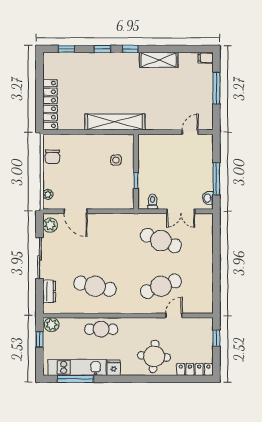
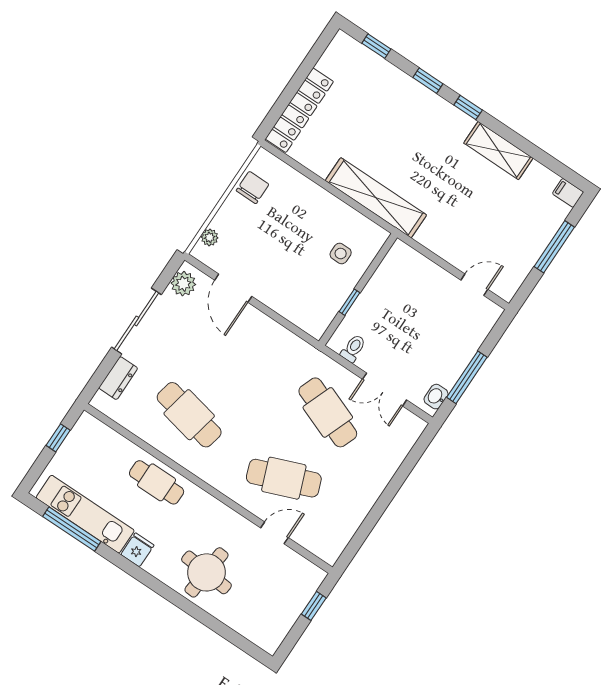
chair: (52, 157) -> (253, 187), turned 180
plant: (52, 325) -> (90, 428), removed
locker: (195, 369) -> (252, 630), removed

